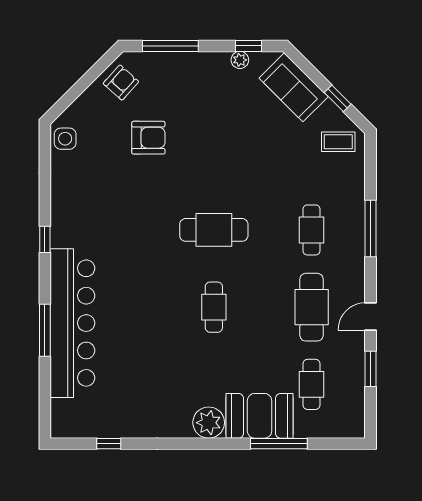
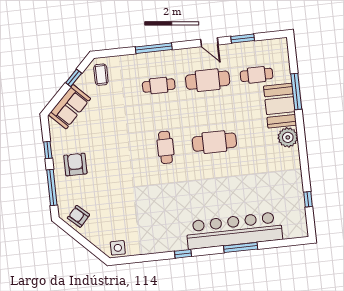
window: (248, 46) -> (48, 150), moved
plant: (240, 60) -> (56, 143), removed
armchair: (148, 138) -> (75, 165), moved
cafe table: (214, 230) -> (165, 147), width x0.73, depth x0.74
cafe table: (214, 307) -> (214, 142), width x1.37, depth x1.35

